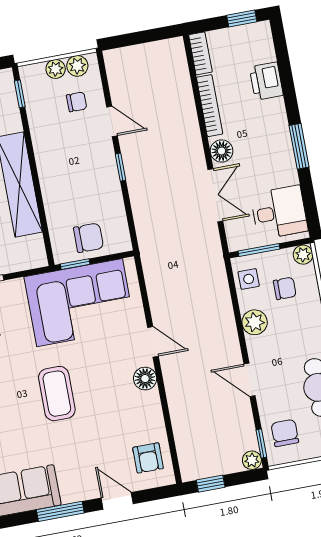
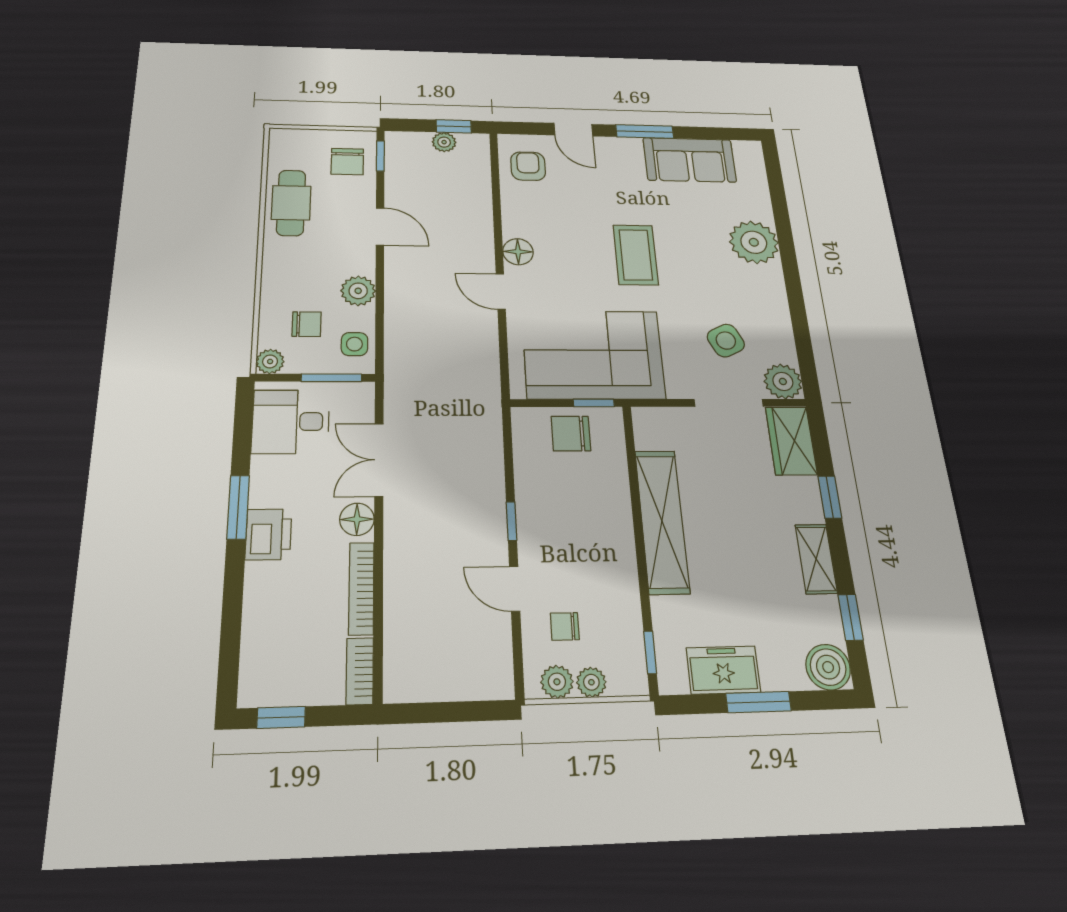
printer: (266, 81) -> (268, 534), moved
chair: (285, 288) -> (307, 324), turned 180
plant: (252, 460) -> (444, 142), moved

